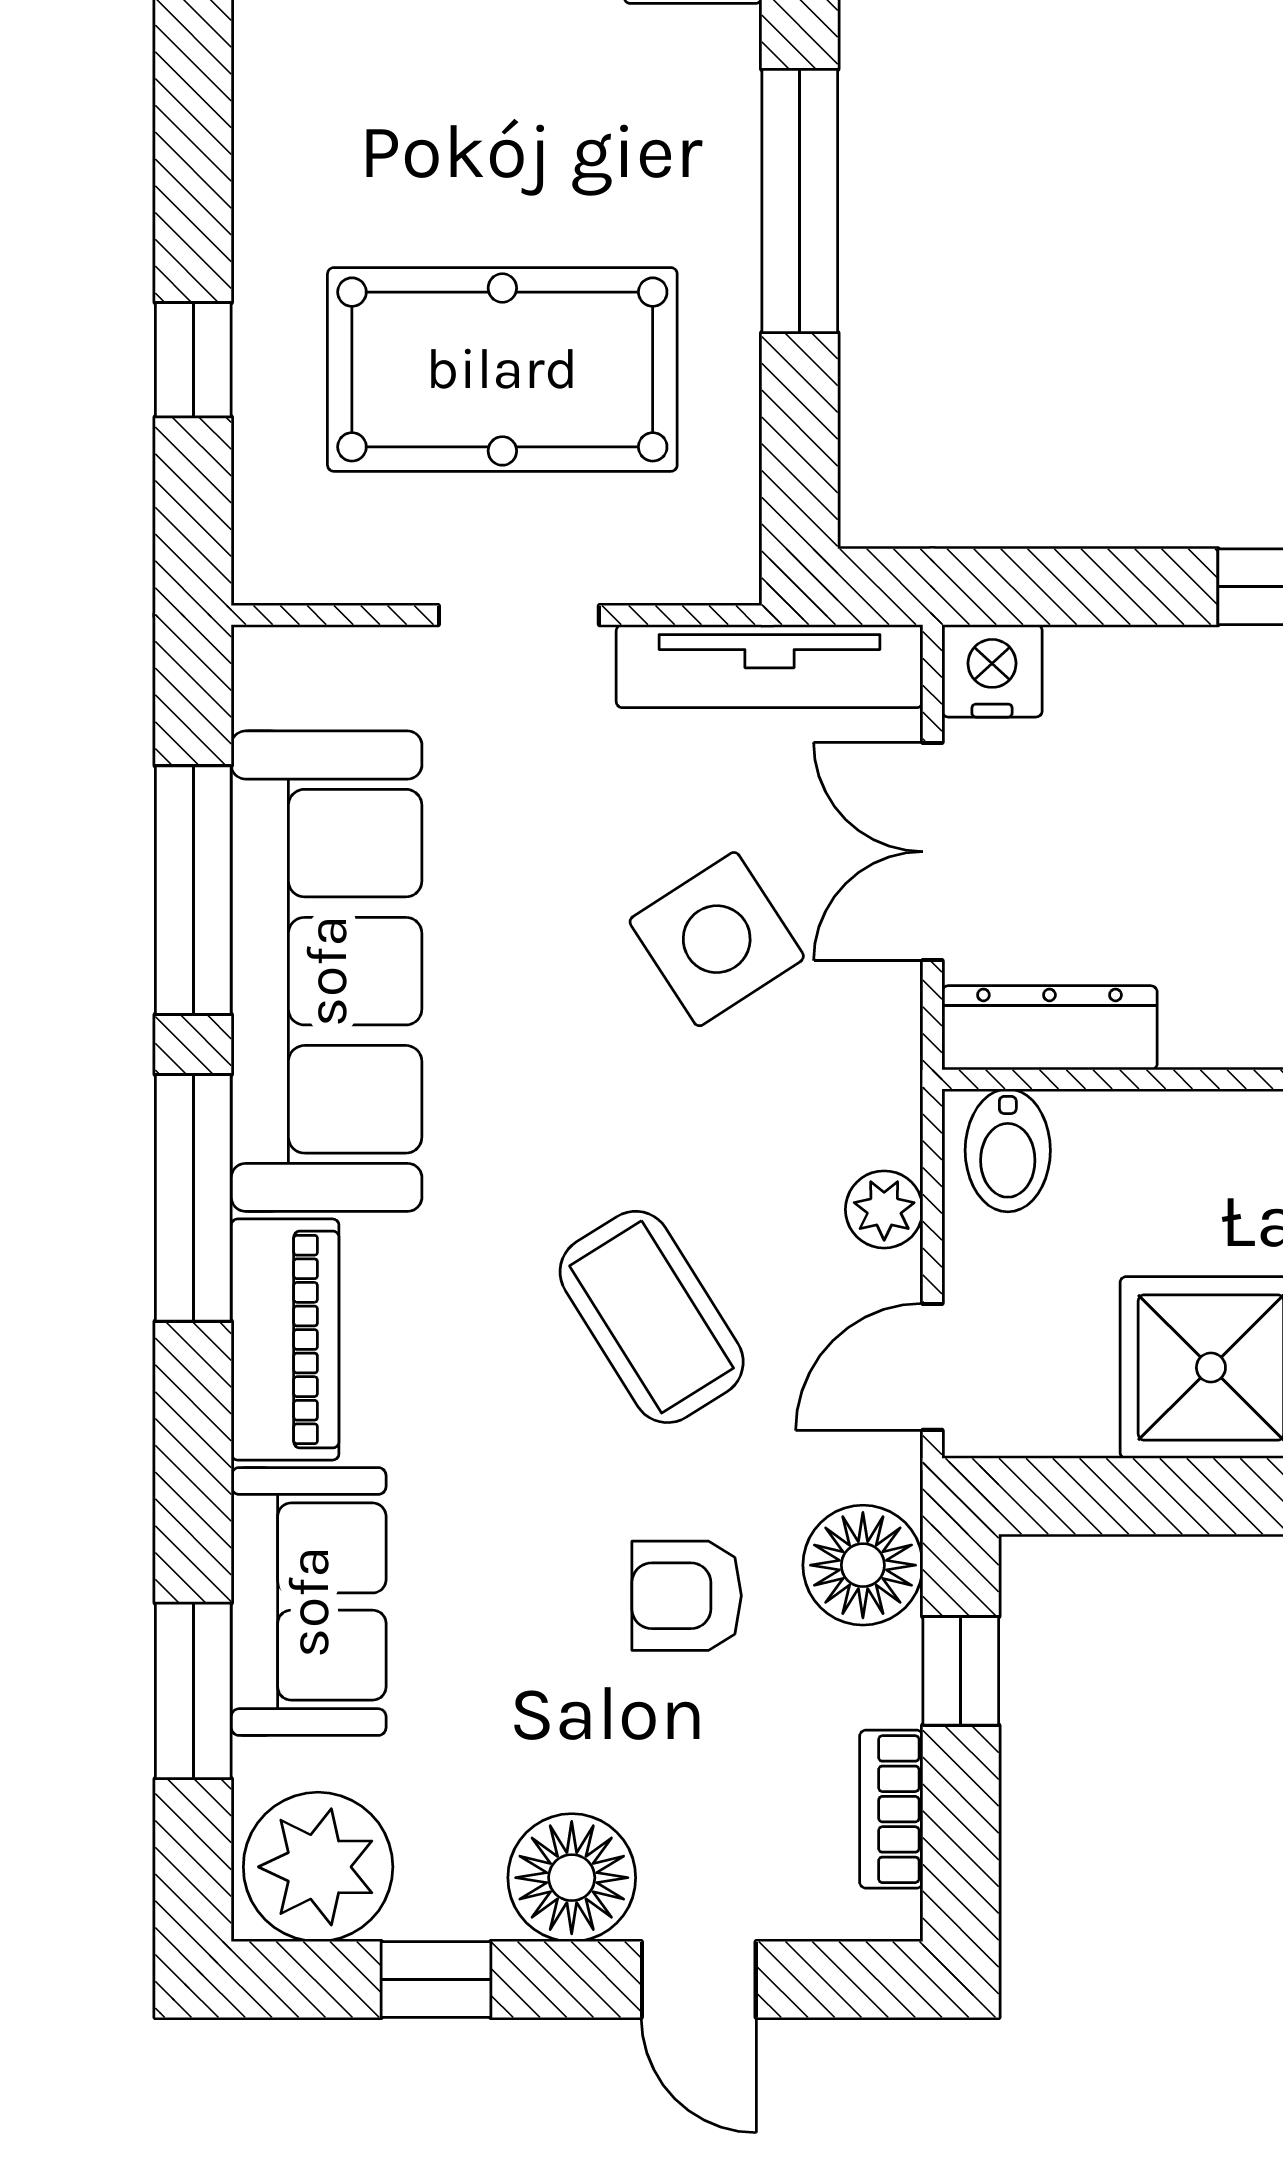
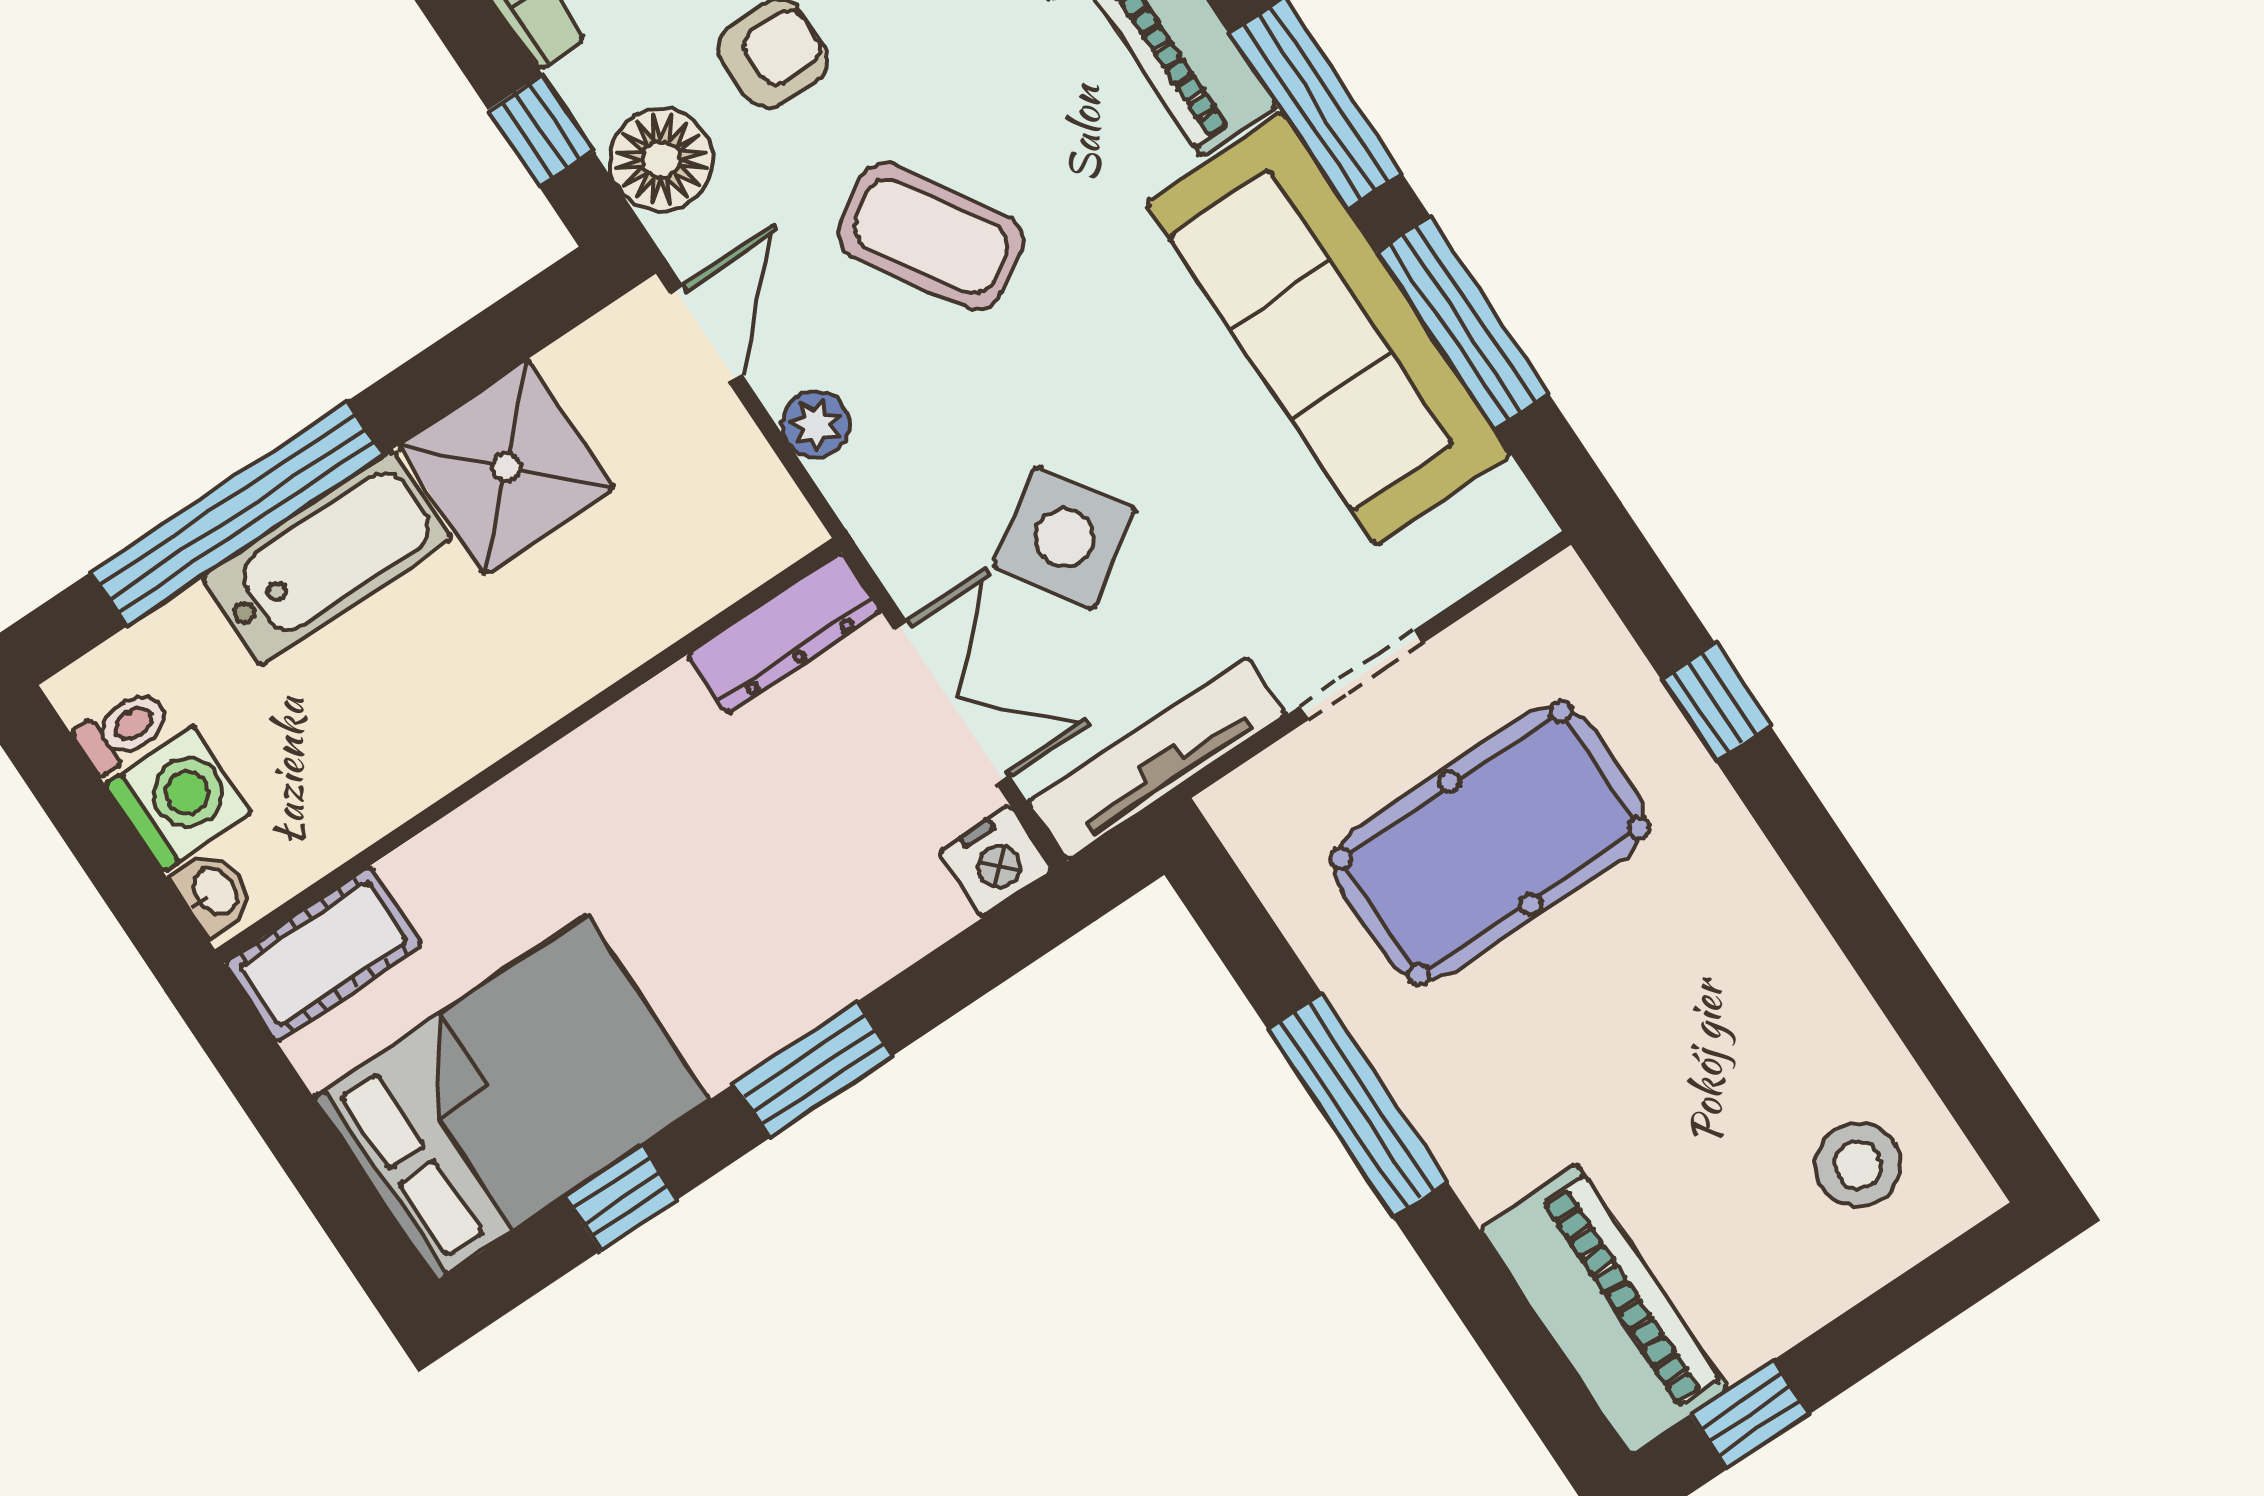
bidet: (1008, 1150) -> (755, 525), removed

